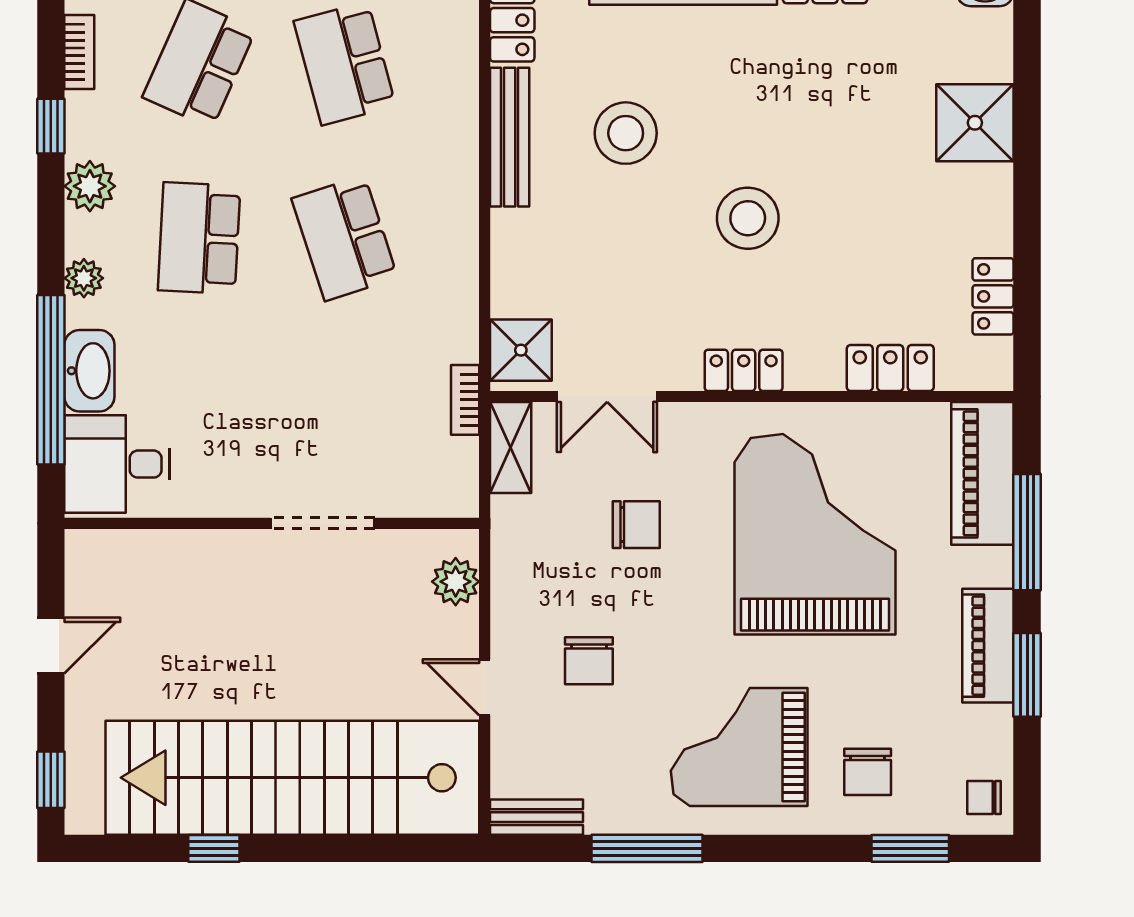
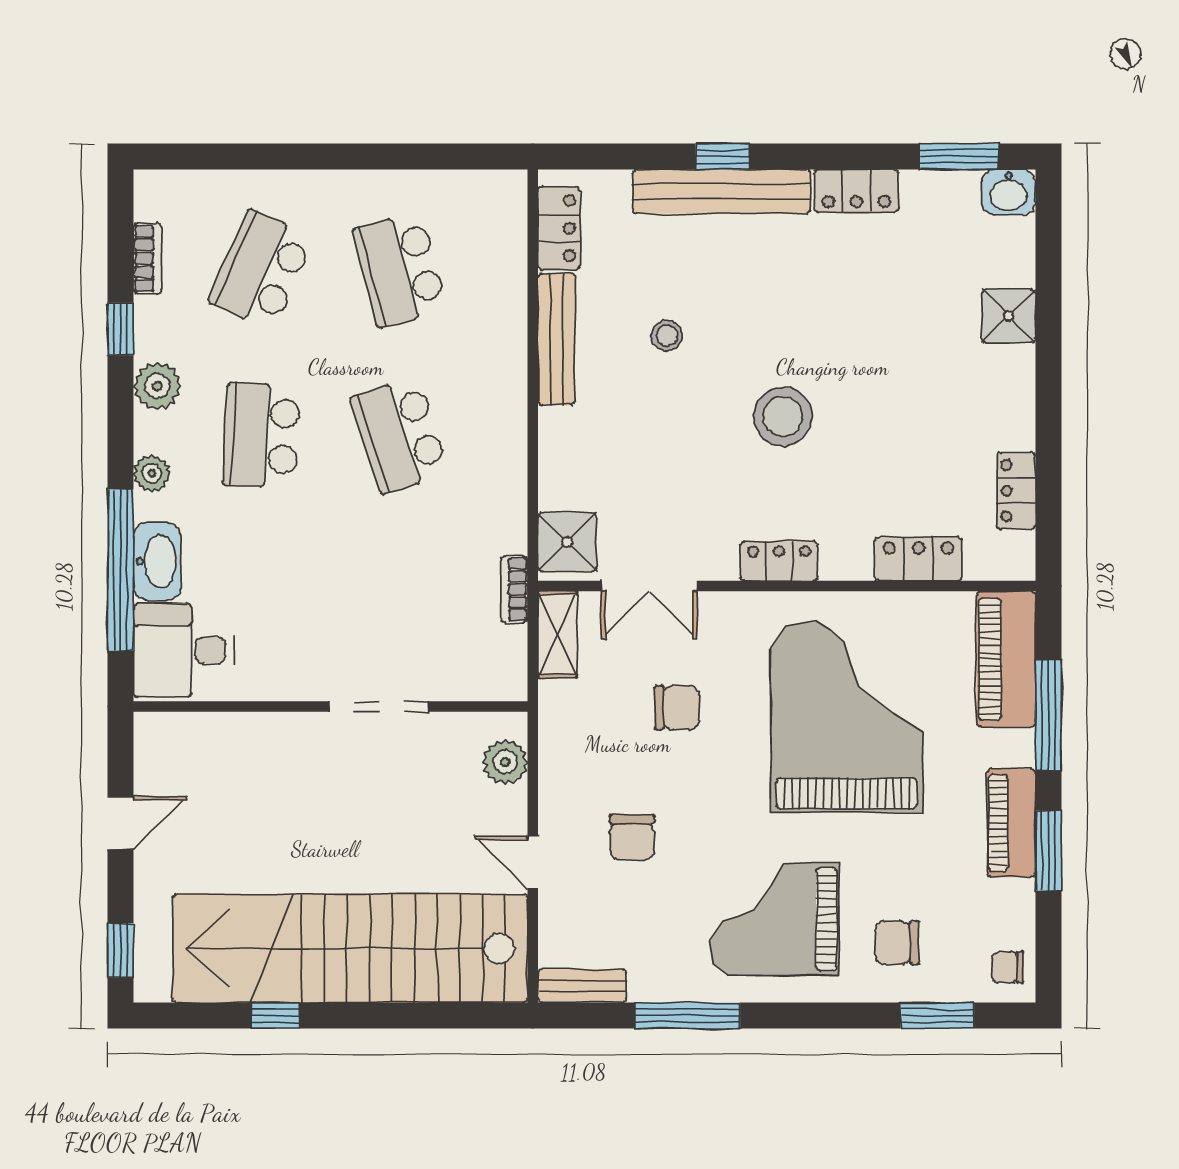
shower: (975, 123) -> (1009, 316), width x0.73, depth x0.73
stool: (626, 133) -> (667, 336), width x0.53, depth x0.53
chair: (868, 772) -> (897, 943), turned 90

